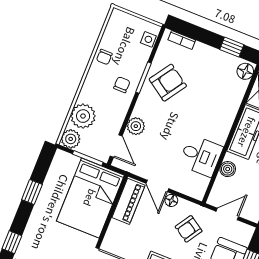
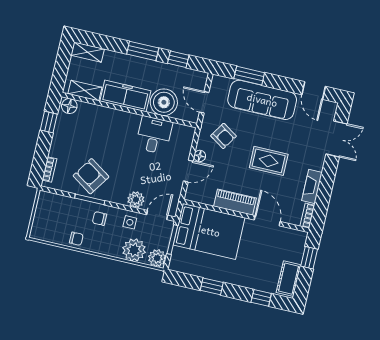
side table: (148, 39) -> (130, 222), moved
boiler: (228, 169) -> (164, 102), width x1.86, depth x1.86
piano: (128, 201) -> (235, 202), moved

